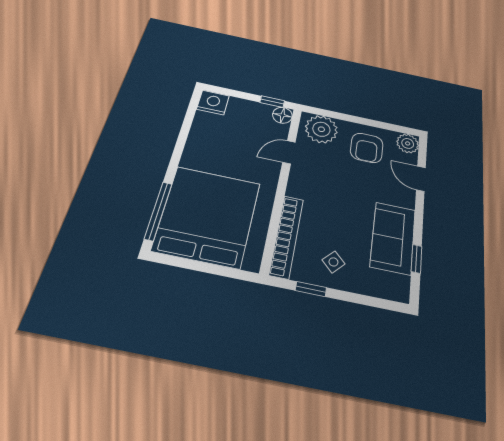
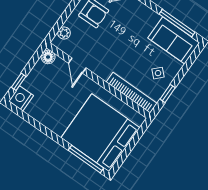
window: (272, 102) -> (19, 82), moved
plant: (321, 129) -> (64, 33), width x0.53, depth x0.53
sofa: (393, 238) -> (174, 40), moved
window: (416, 259) -> (177, 23), width x2.17

